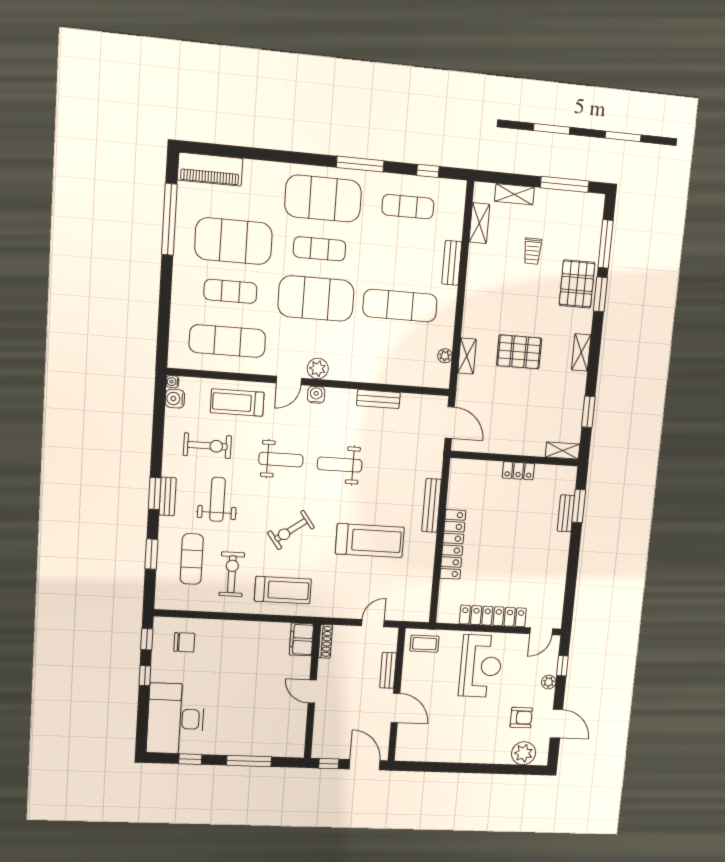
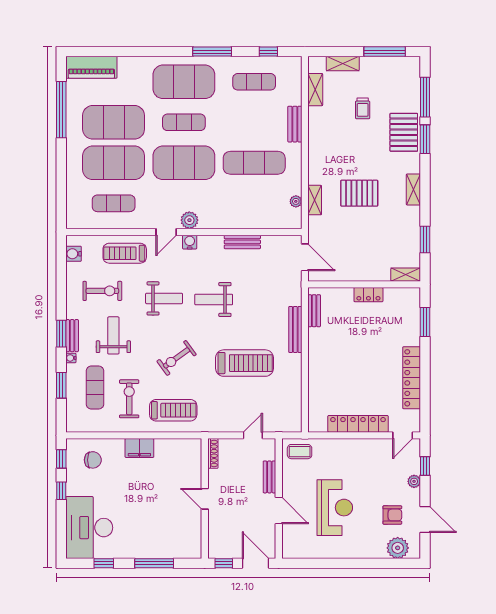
exercise mat: (230, 291) -> (114, 163), width x2.00, depth x1.45
exercise mat: (227, 341) -> (114, 203), width x0.73, depth x0.69
water cooler: (172, 382) -> (71, 358), moved
bench: (566, 513) -> (314, 311), moved
locker: (453, 544) -> (412, 378), moved, turned 180
filing cabinet: (301, 639) -> (139, 448), moved, turned -90
reception desk: (481, 666) -> (335, 508), moved

